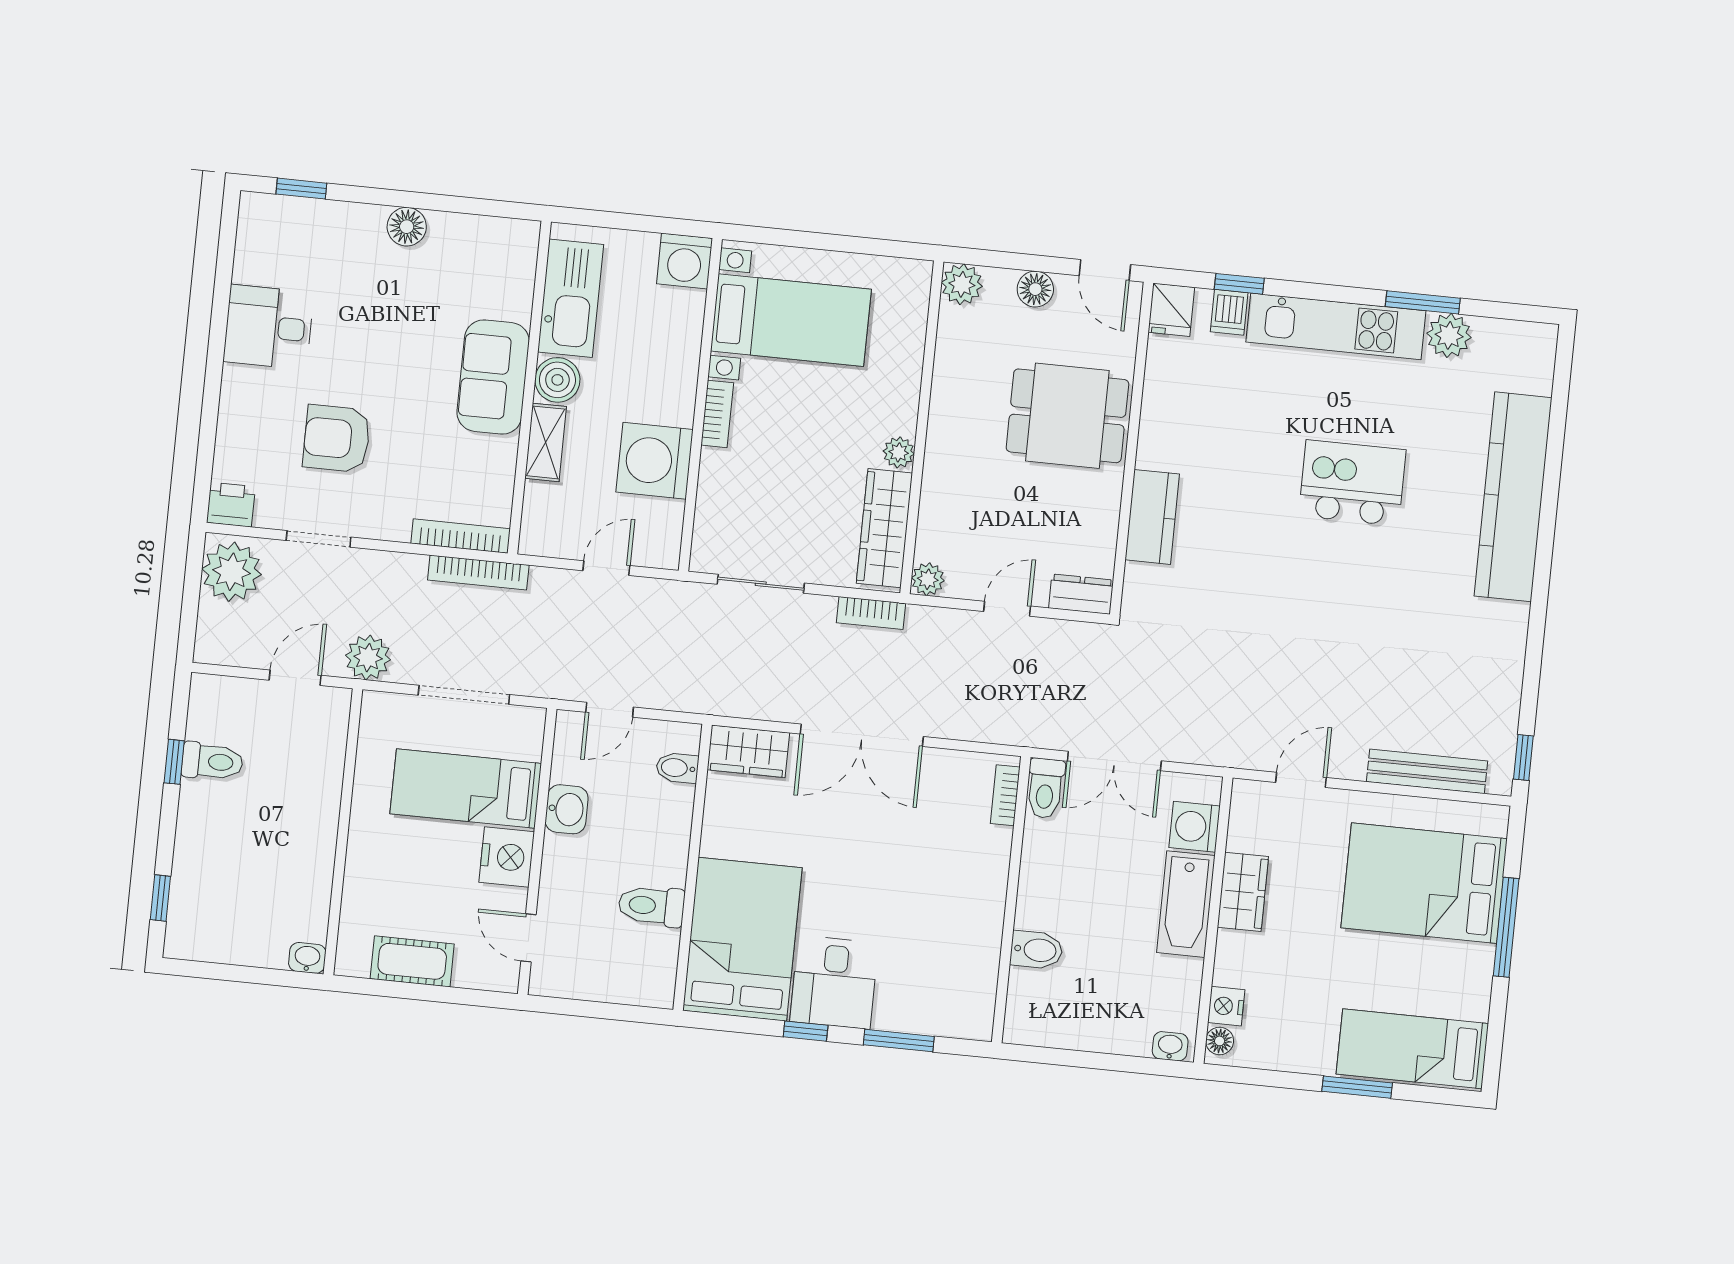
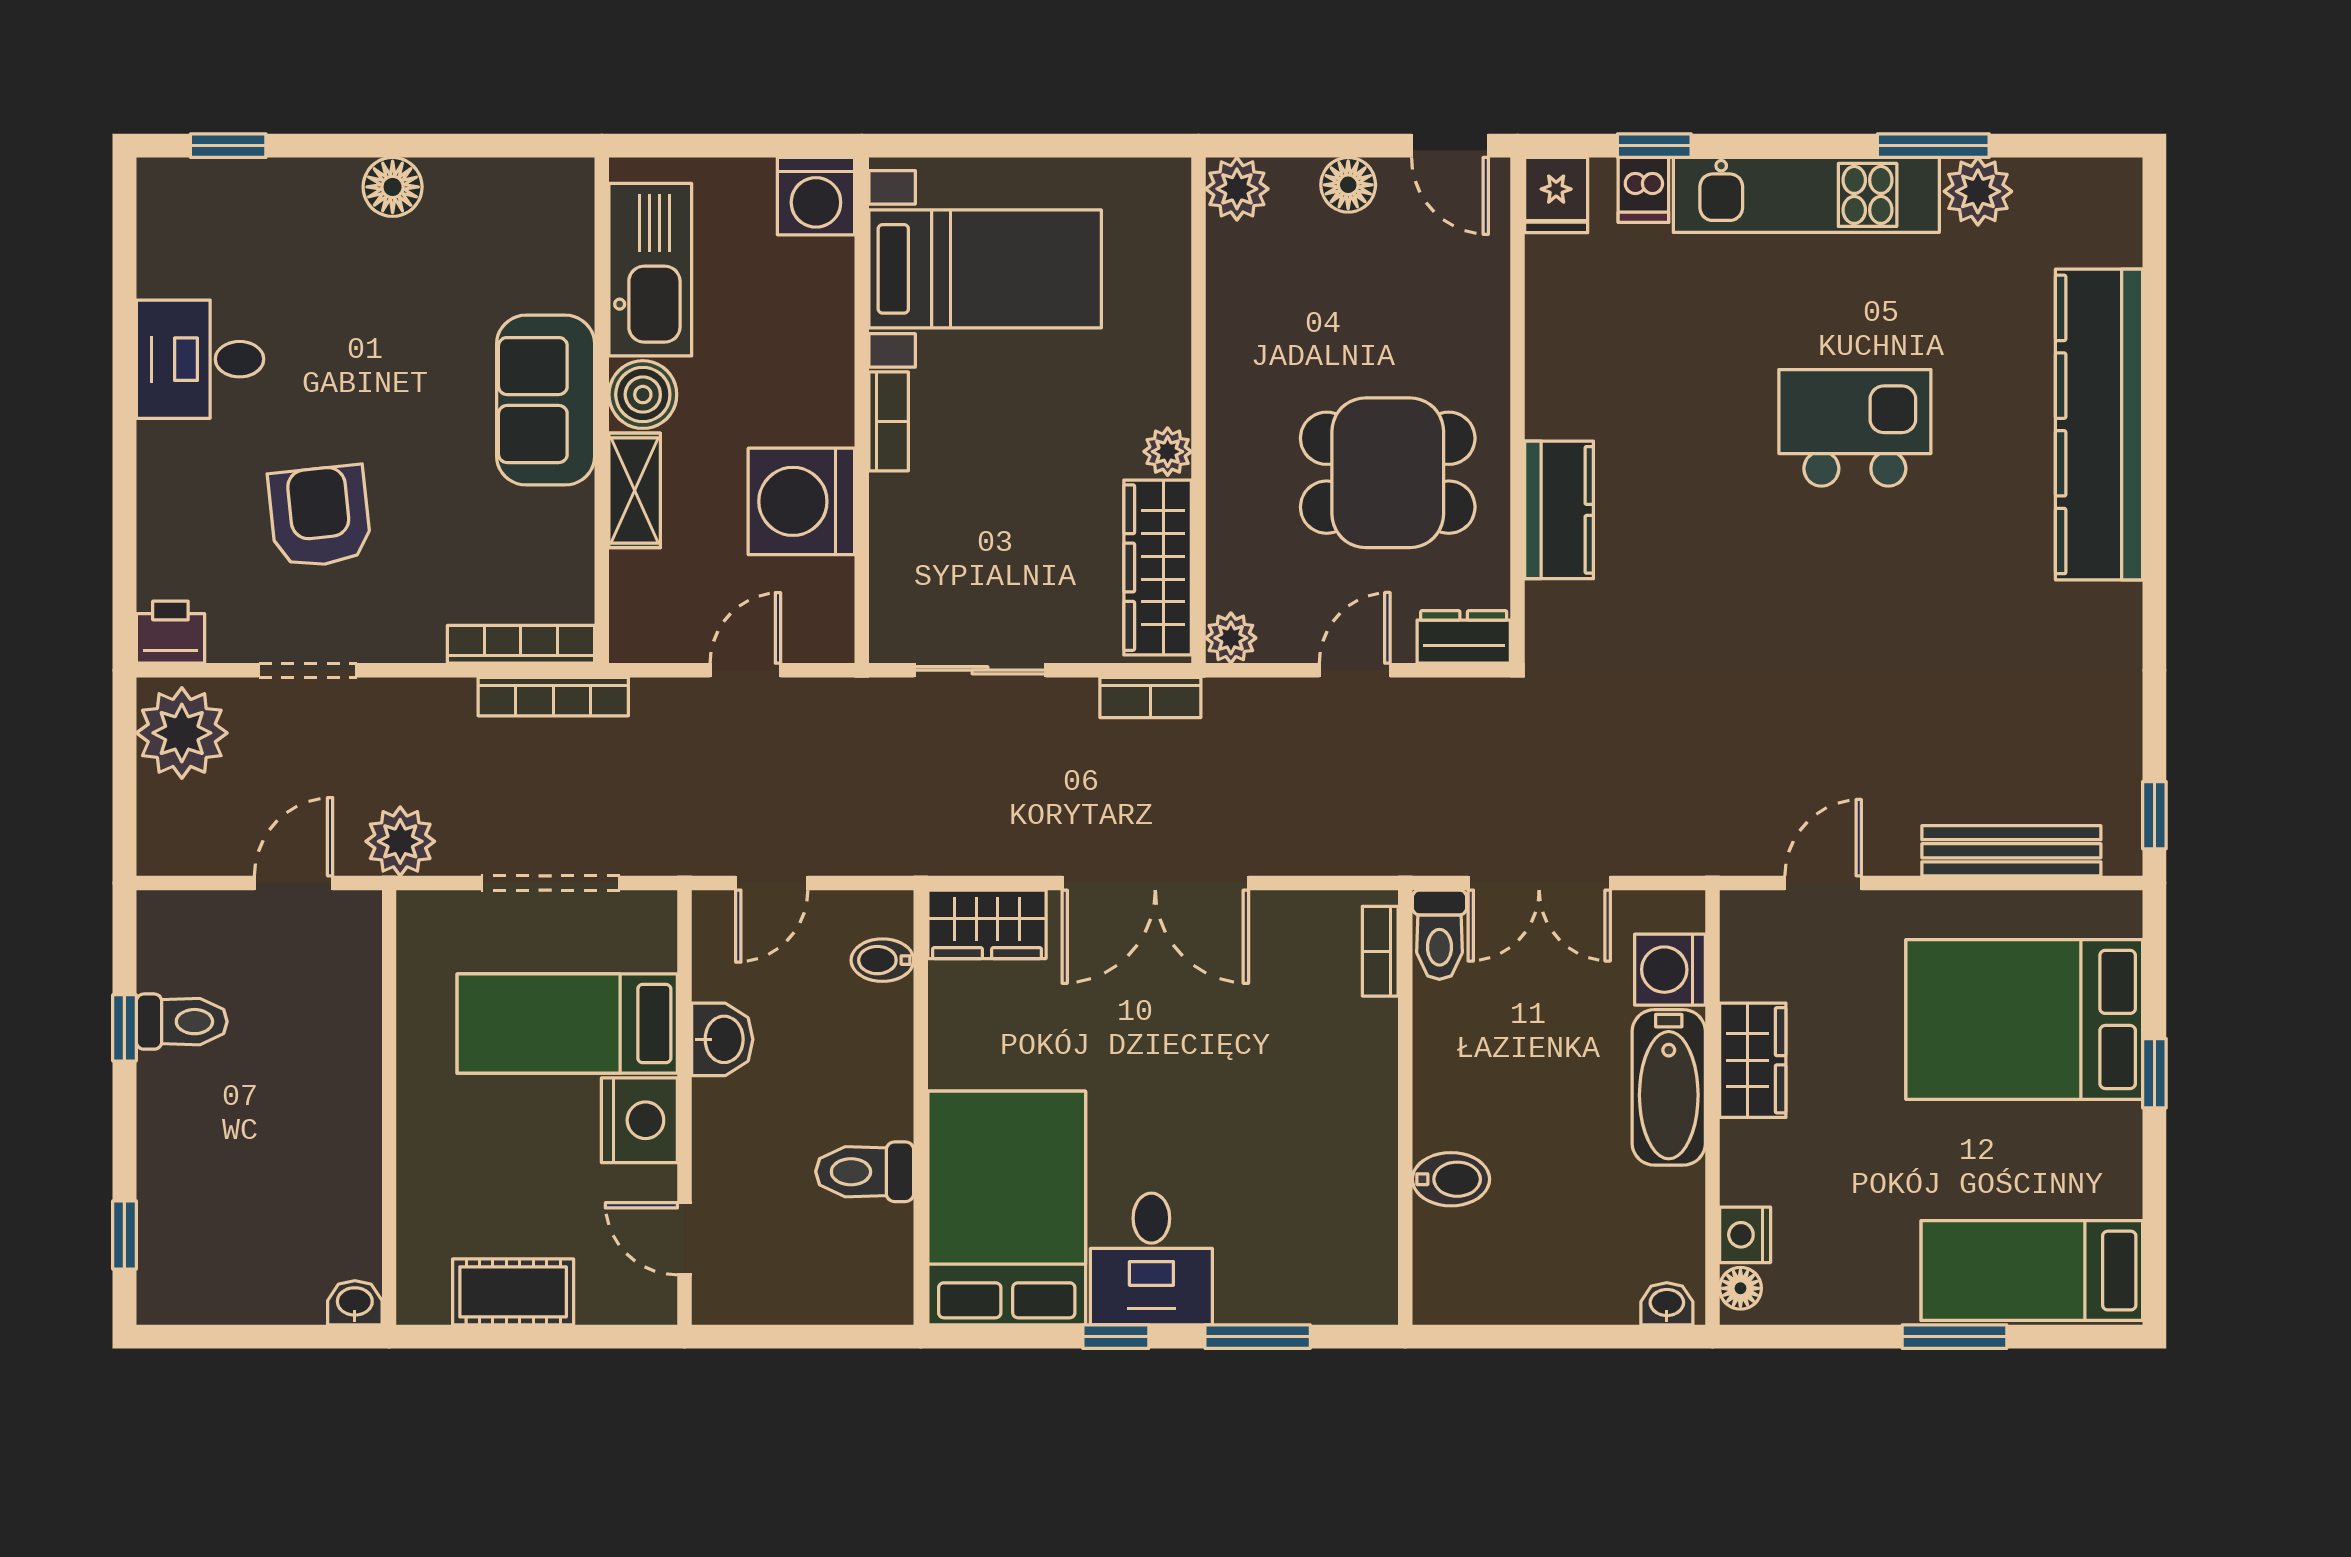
dining table: (1067, 416) -> (1388, 473), moved
armchair: (337, 438) -> (320, 516), turned 84
window: (1506, 927) -> (2154, 1073), width x0.46

